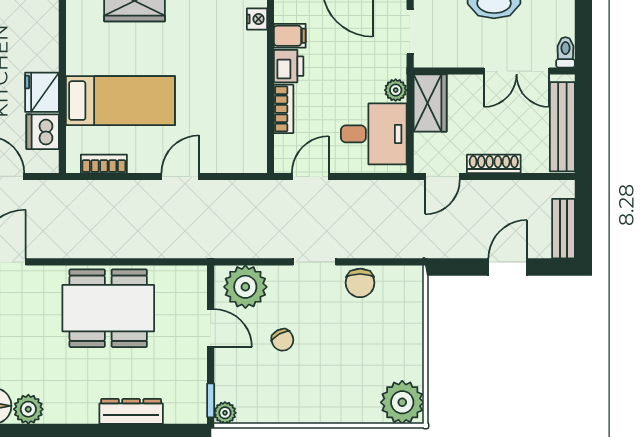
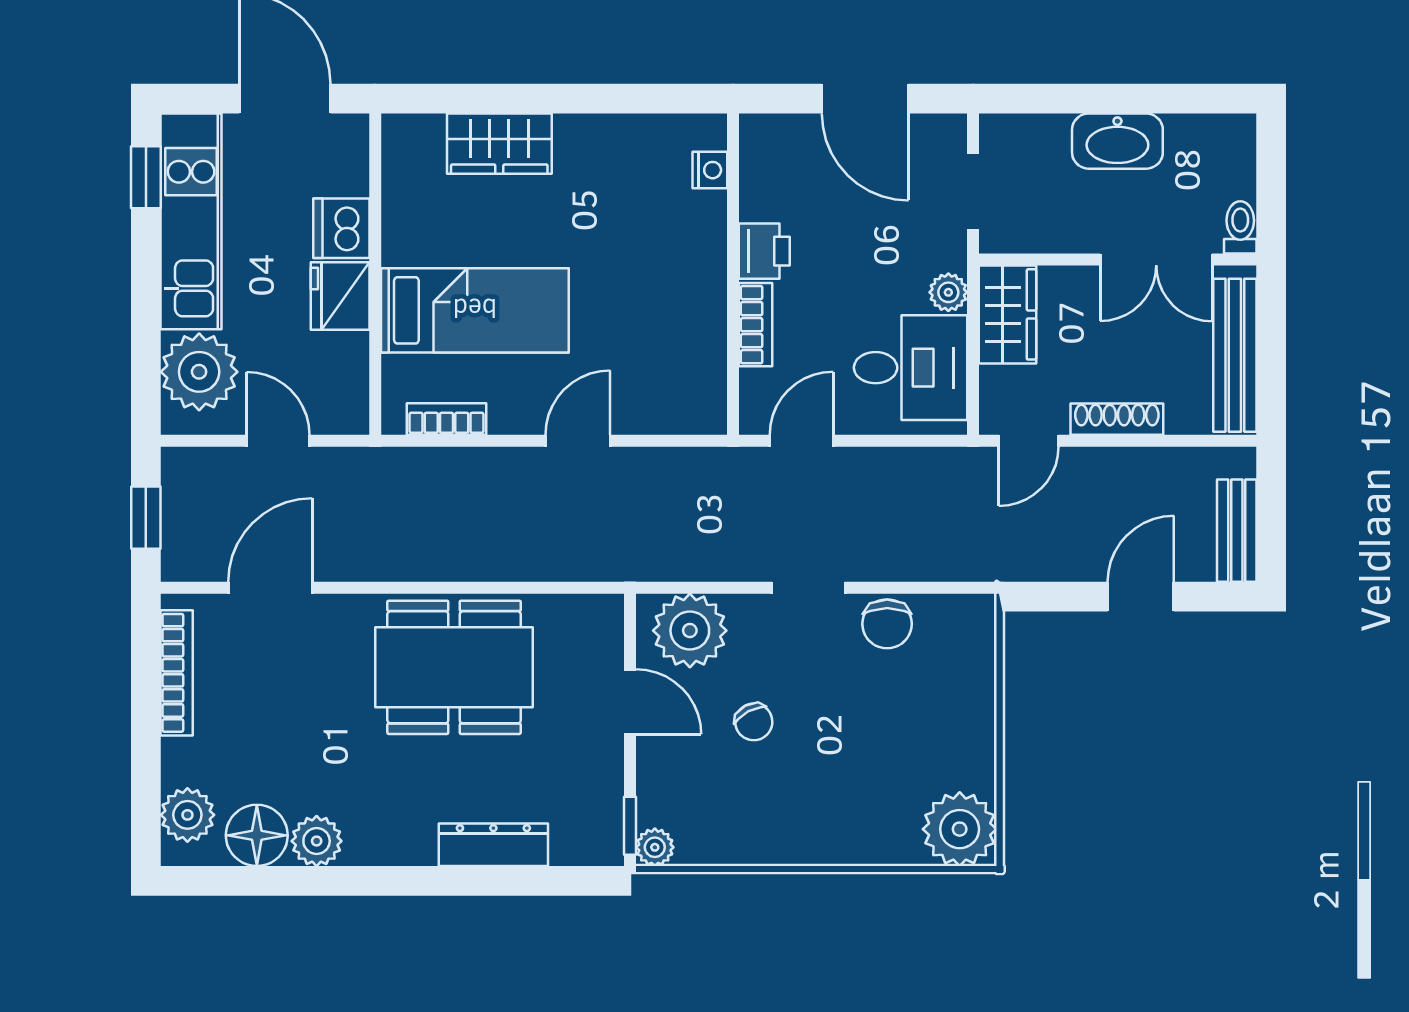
filing cabinet: (290, 36) -> (766, 199), removed
dishwasher: (43, 132) -> (341, 228), moved

